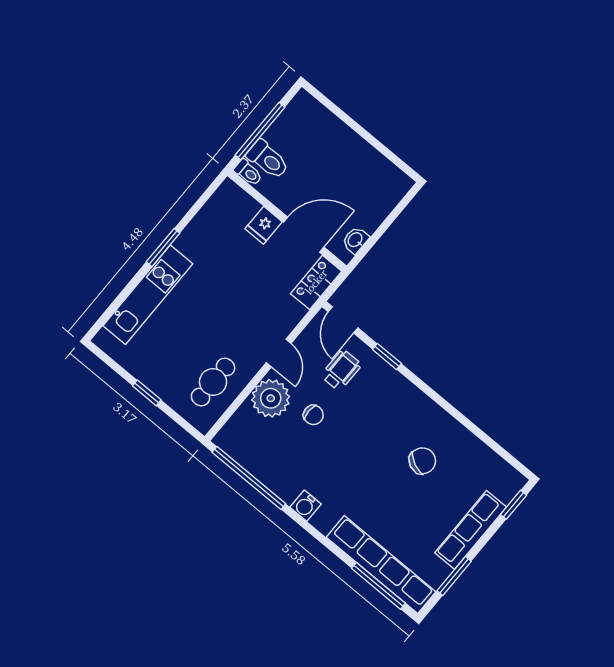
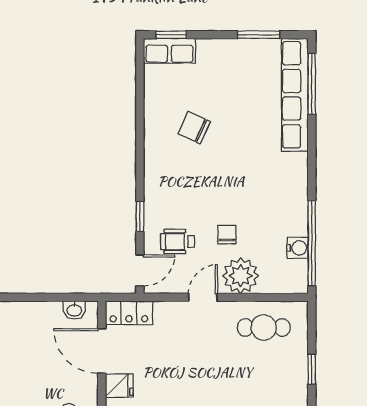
water cooler: (306, 506) -> (298, 248), moved
row of seats: (471, 530) -> (169, 51), moved, width x0.68

